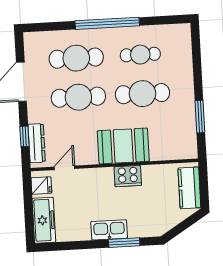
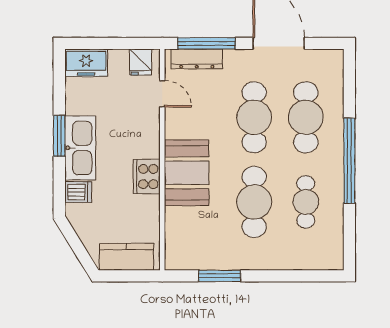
window: (24, 136) -> (207, 43), width x2.17
freezer: (44, 220) -> (86, 63), width x0.71
dishwasher: (142, 227) -> (78, 192), added
kitchen sink: (109, 230) -> (80, 148), width x1.36, depth x1.24
window: (124, 243) -> (59, 136), moved

